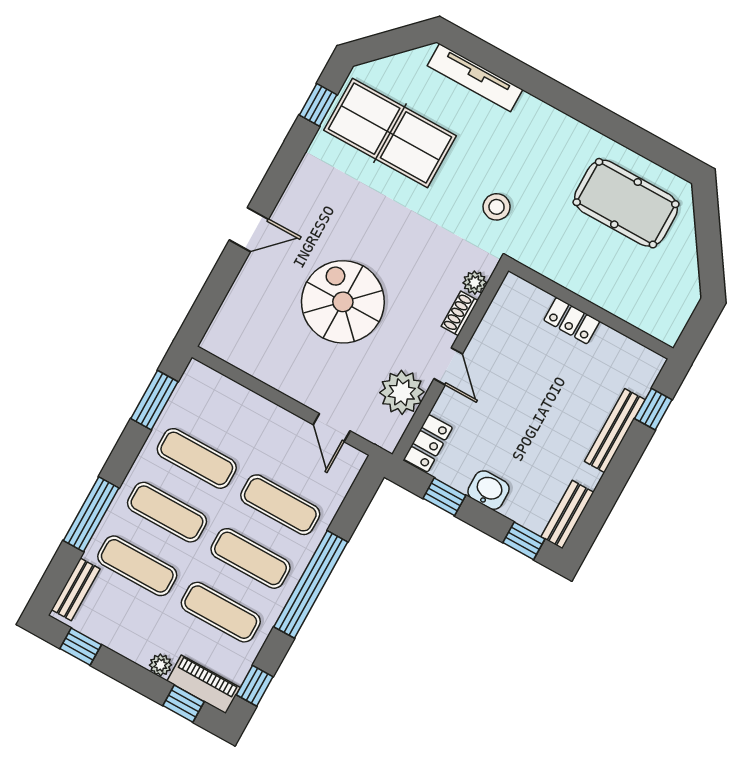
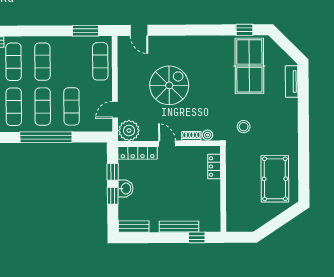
tv unit: (475, 78) -> (292, 82), width x0.71
door: (249, 230) -> (139, 30), moved
locker: (572, 321) -> (214, 167), moved
door: (448, 366) -> (167, 143), swing flipped
plant: (402, 392) -> (129, 131), moved
locker: (428, 443) -> (138, 153), width x1.53
exercise mat: (197, 458) -> (100, 61), moved
window: (91, 514) -> (24, 31), removed
window: (524, 541) -> (113, 196), moved

